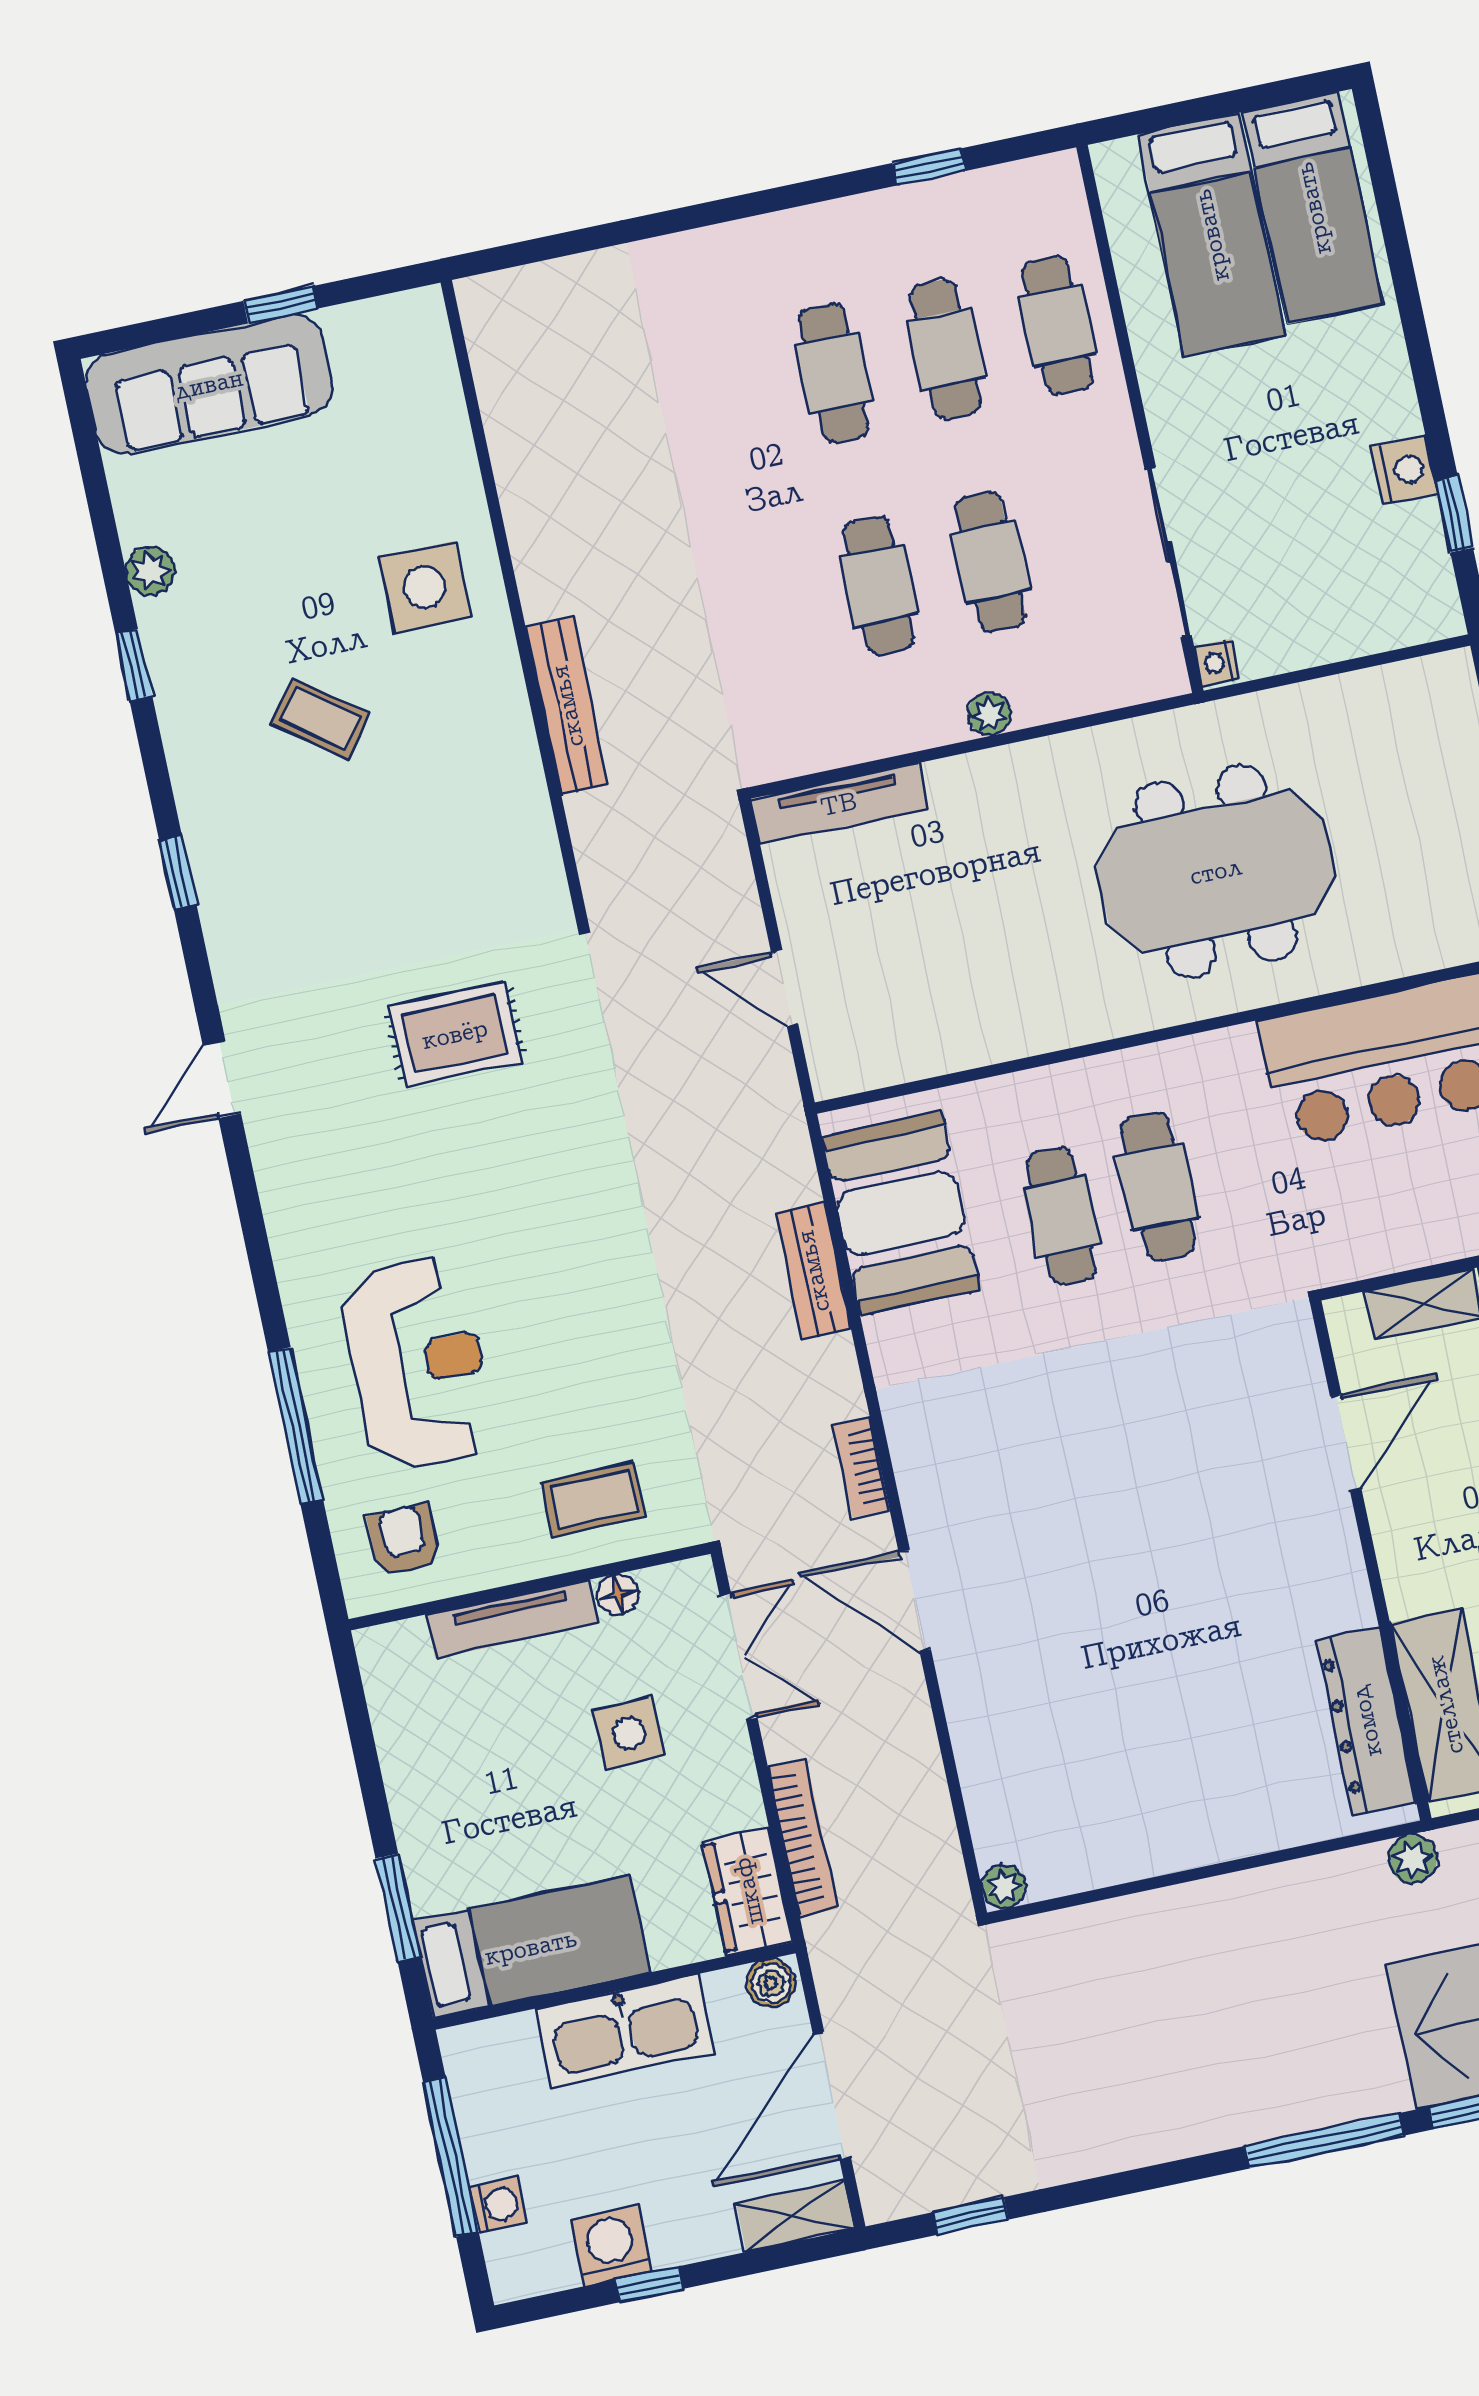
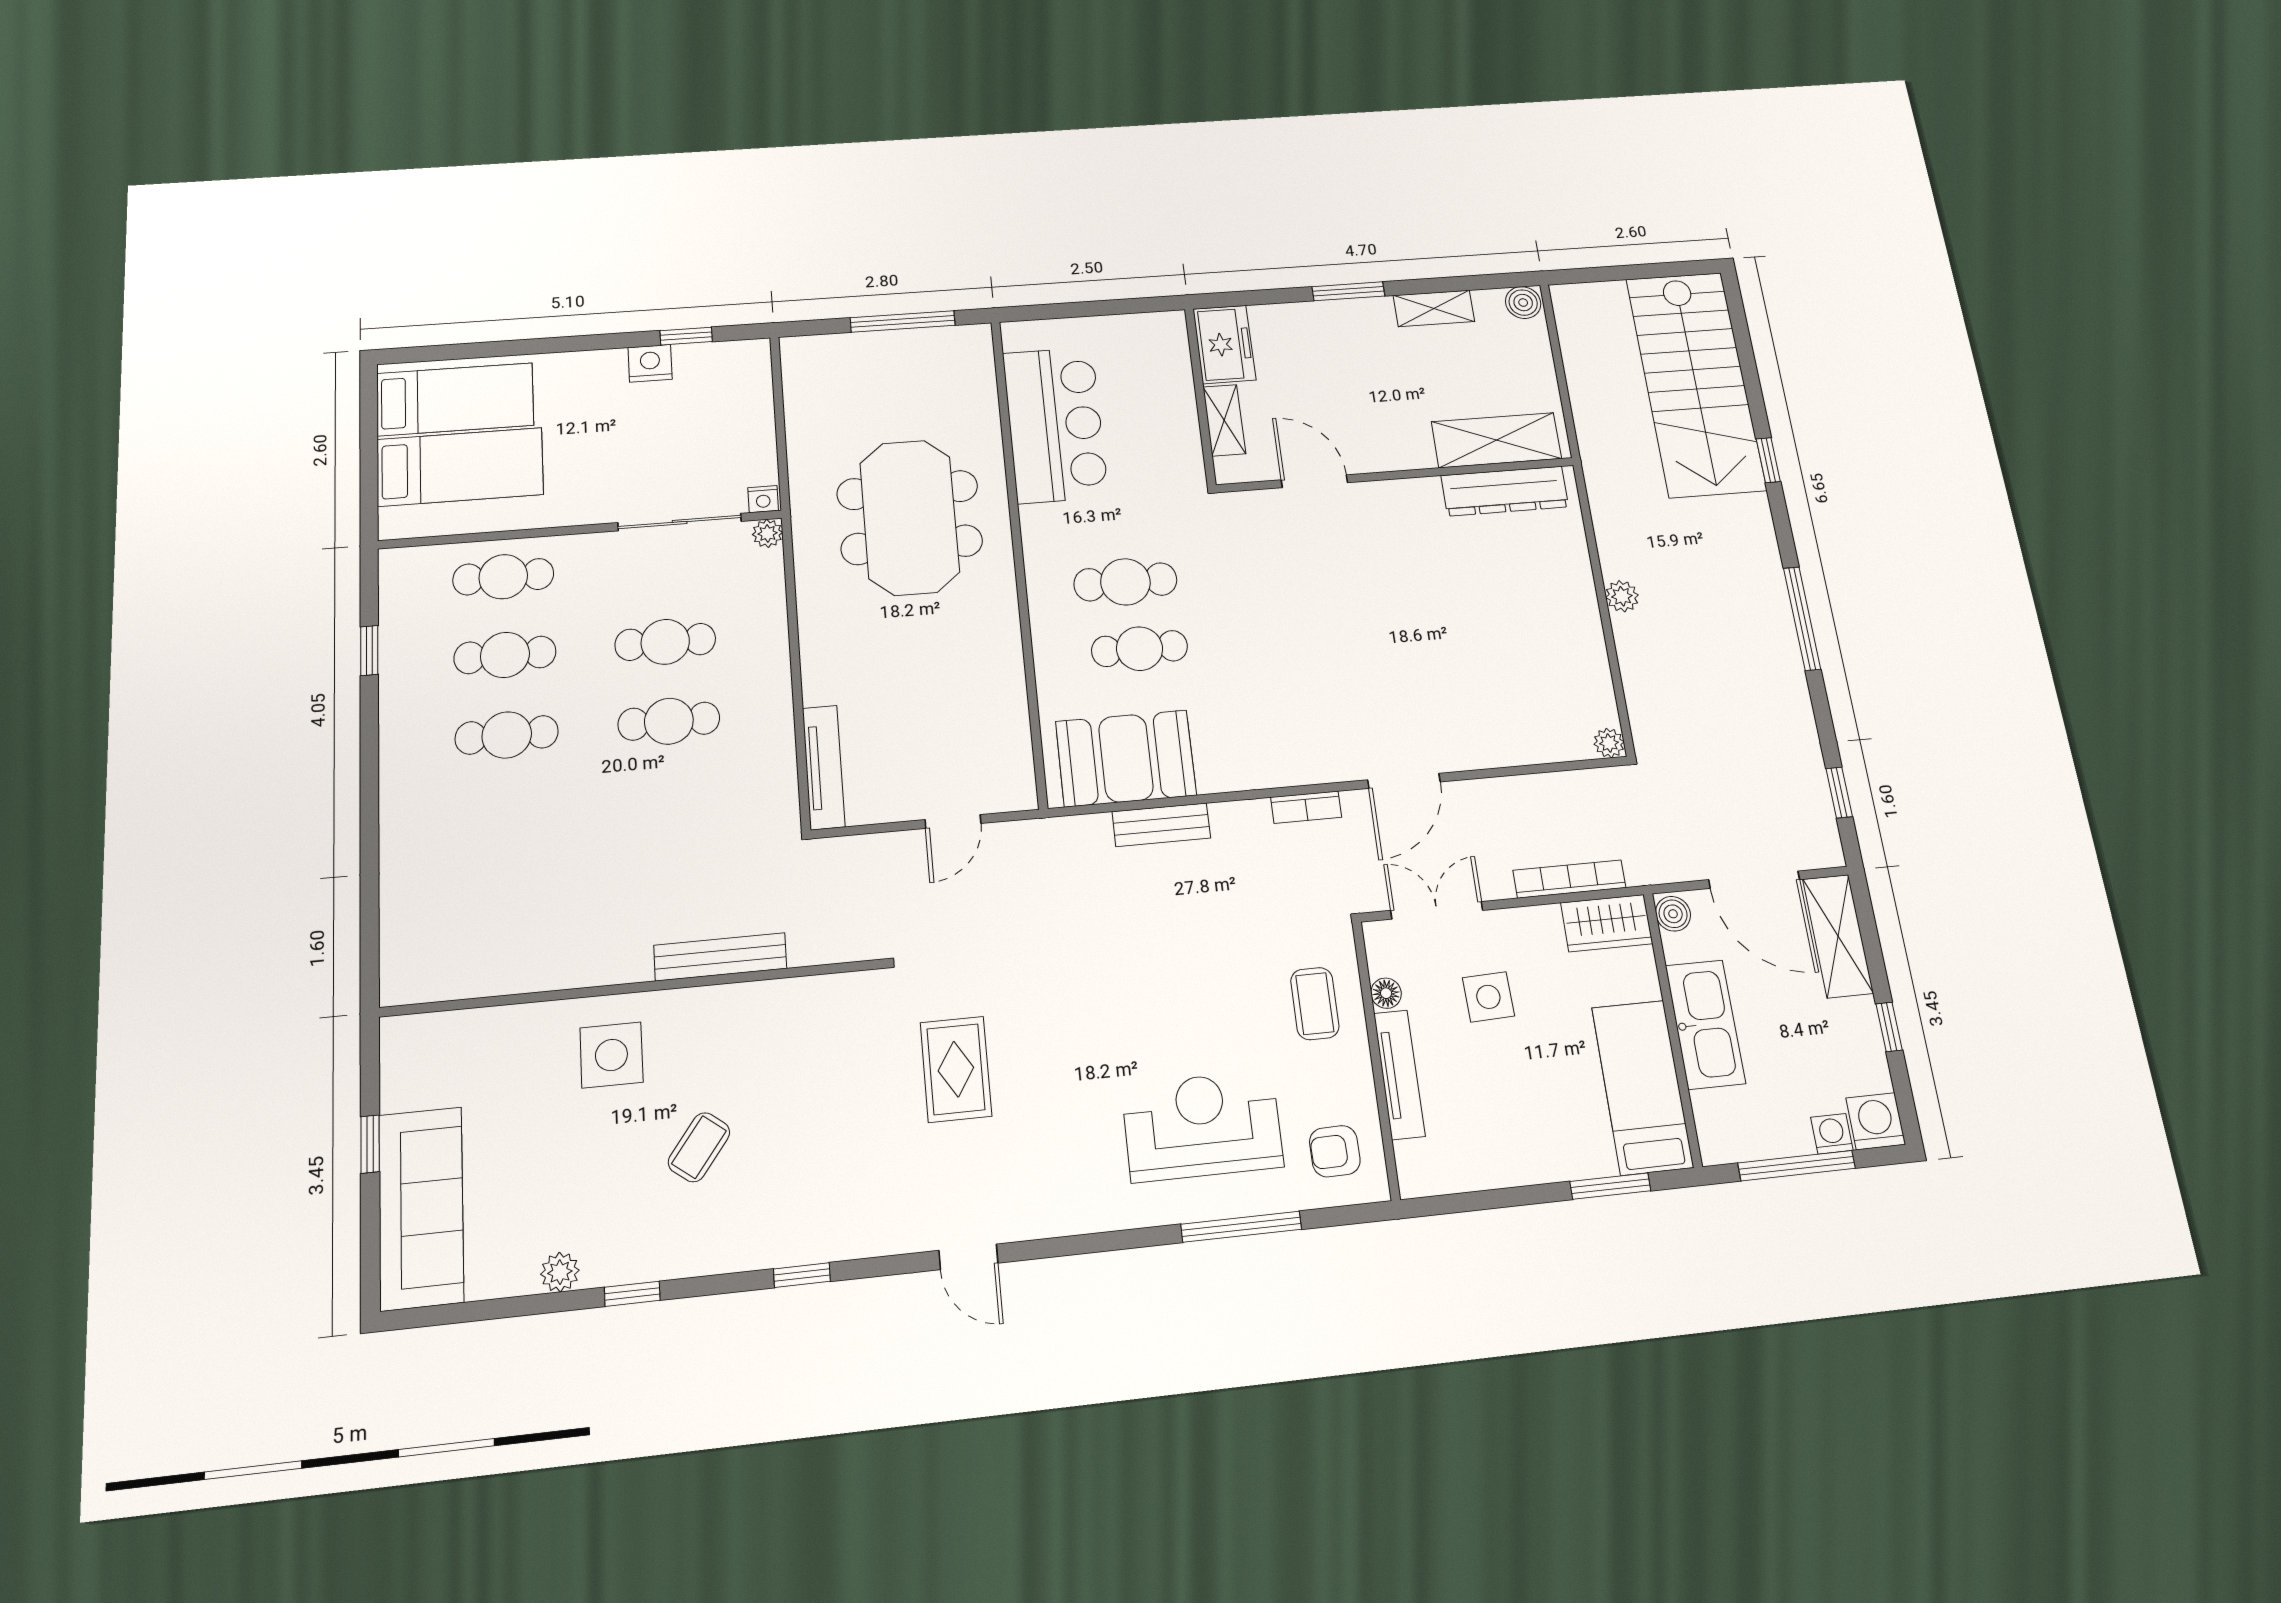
plant: (989, 714) -> (767, 533), moved
plant: (1413, 1859) -> (1622, 596), moved
window: (1324, 2141) -> (1802, 618), moved
shelving: (795, 2216) -> (1838, 936), width x1.50, depth x1.33
washing machine: (611, 2246) -> (1876, 1121), moved, turned 90

